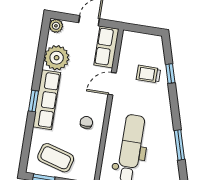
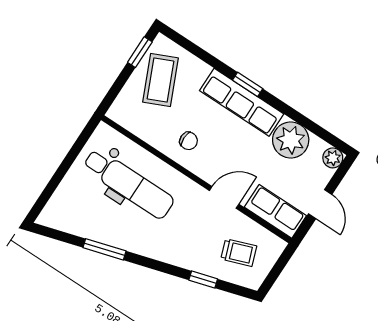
trolley: (148, 74) -> (239, 253), moved, turned 70
door: (112, 84) -> (224, 197), hinge flipped
coffee table: (56, 158) -> (160, 80), turned -40

